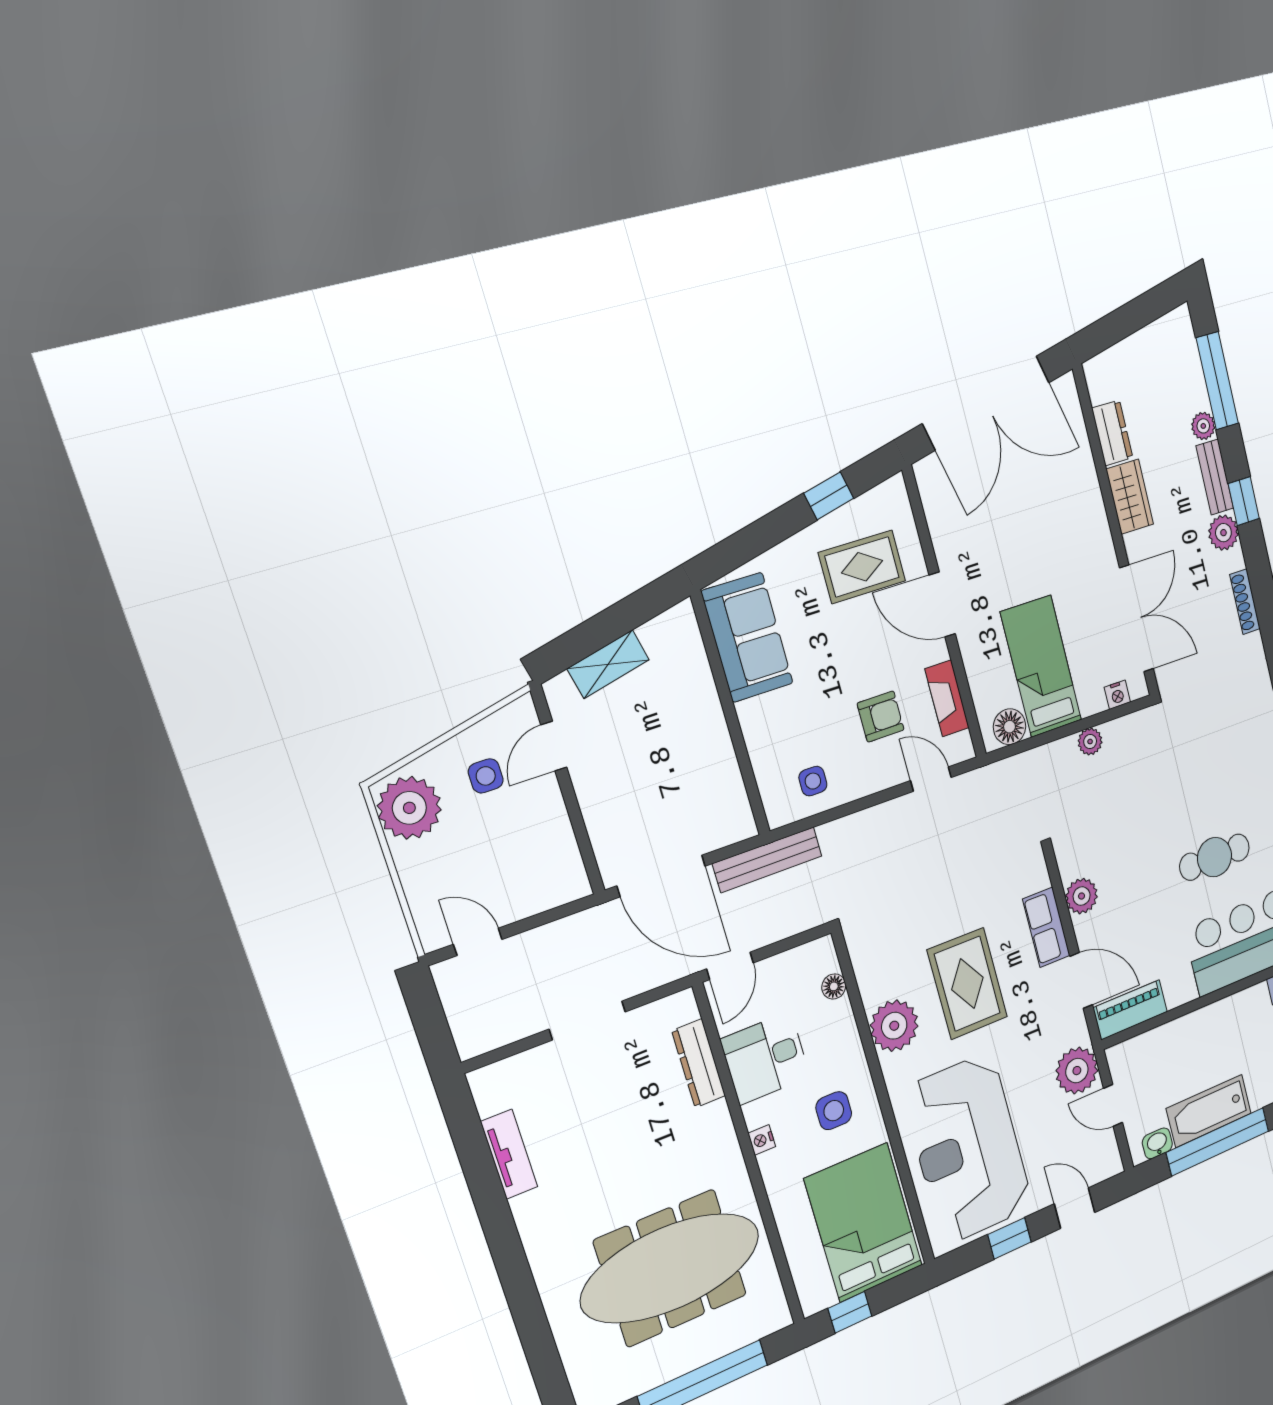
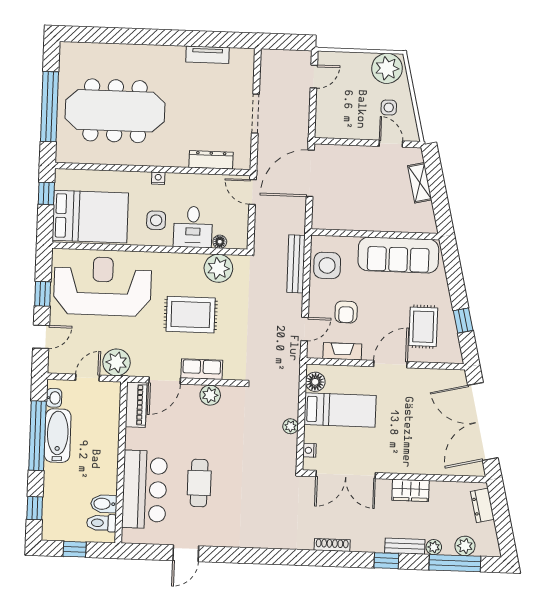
dresser: (1112, 433) -> (482, 505), moved, turned 77
plant: (1223, 533) -> (465, 546), moved
sofa: (747, 637) -> (398, 255), width x1.36
side table: (813, 781) -> (327, 265), width x1.87, depth x1.87
bench: (767, 860) -> (296, 264), moved
plant: (894, 1026) -> (218, 268), moved
desk: (765, 1058) -> (193, 227), moved, turned 180
meeting table: (671, 1268) -> (115, 111), turned 90

